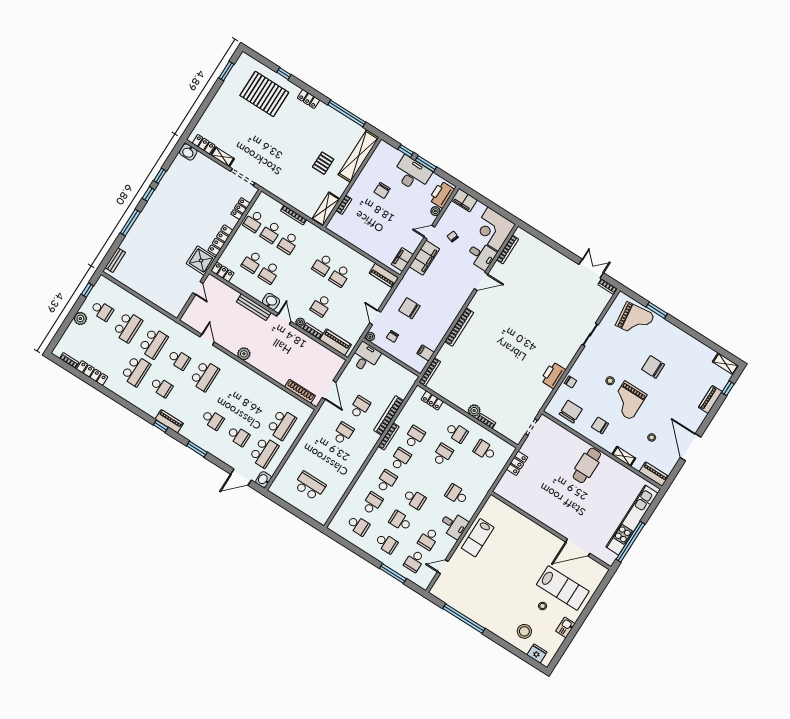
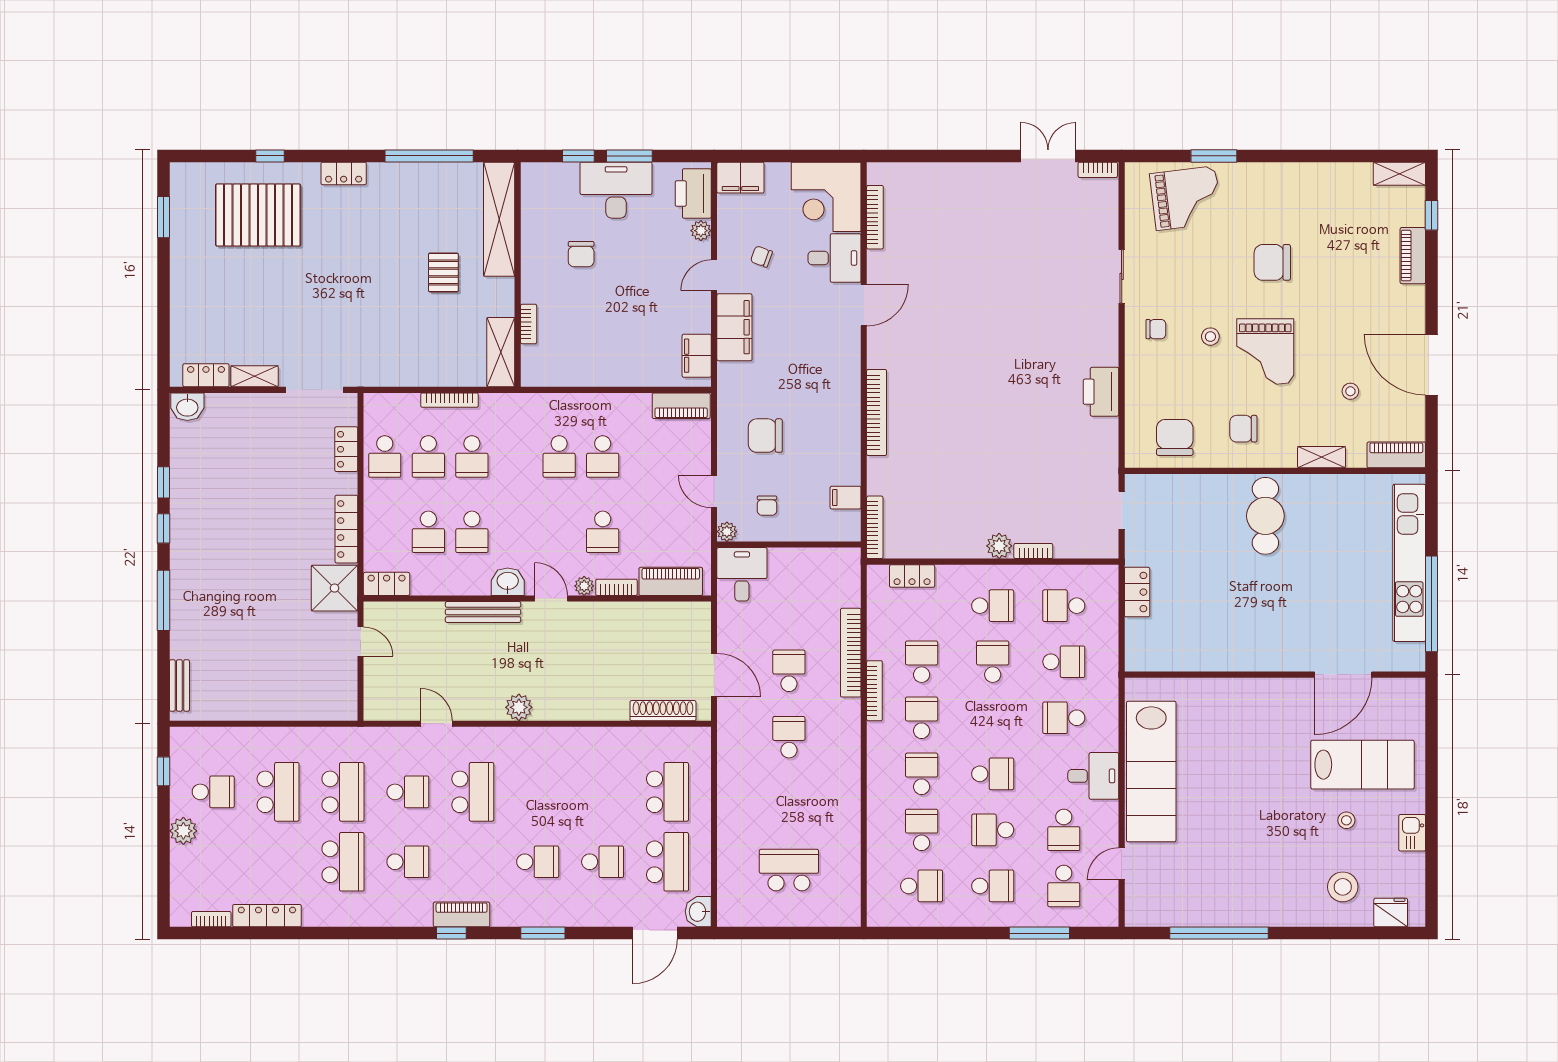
chair: (570, 382) -> (1156, 329), moved
school desk: (471, 472) -> (1064, 662), added
lab bench: (478, 538) -> (1151, 771), width x1.86, depth x1.39

